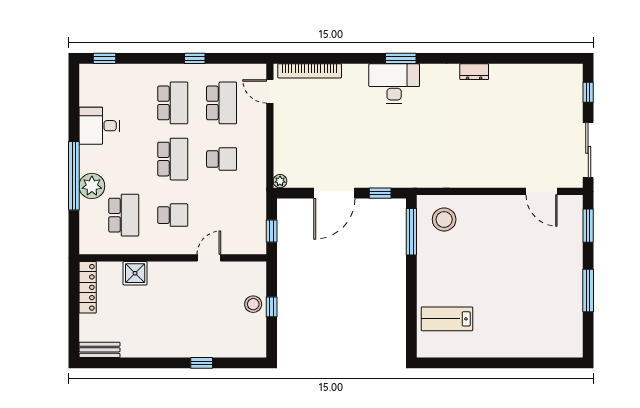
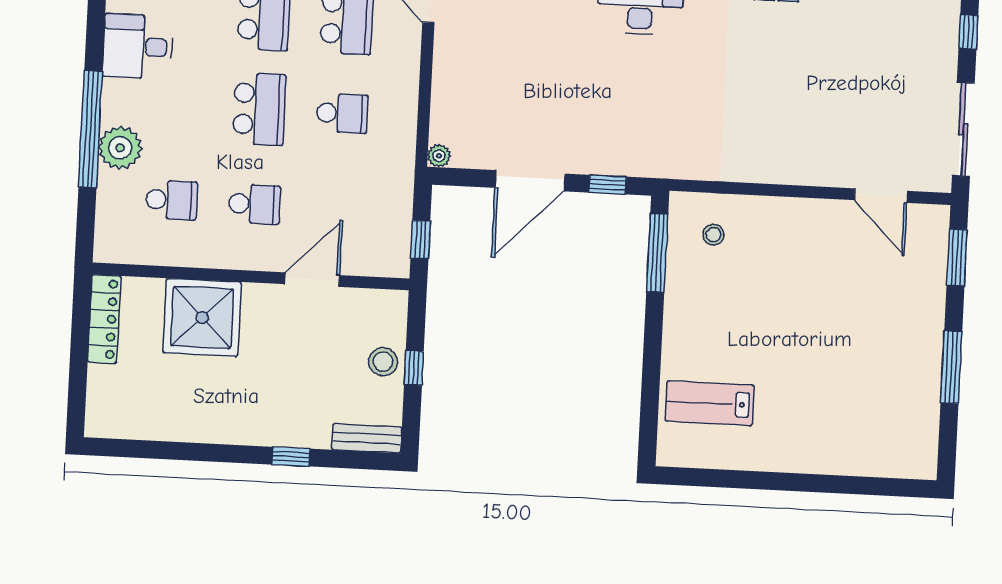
school desk: (124, 215) -> (172, 200), width x0.54
stool: (444, 219) -> (713, 235), width x0.53, depth x0.53
door: (209, 258) -> (312, 280), width x1.38
shower: (135, 273) -> (202, 317), width x1.86, depth x1.86
bench: (99, 350) -> (367, 438), moved

